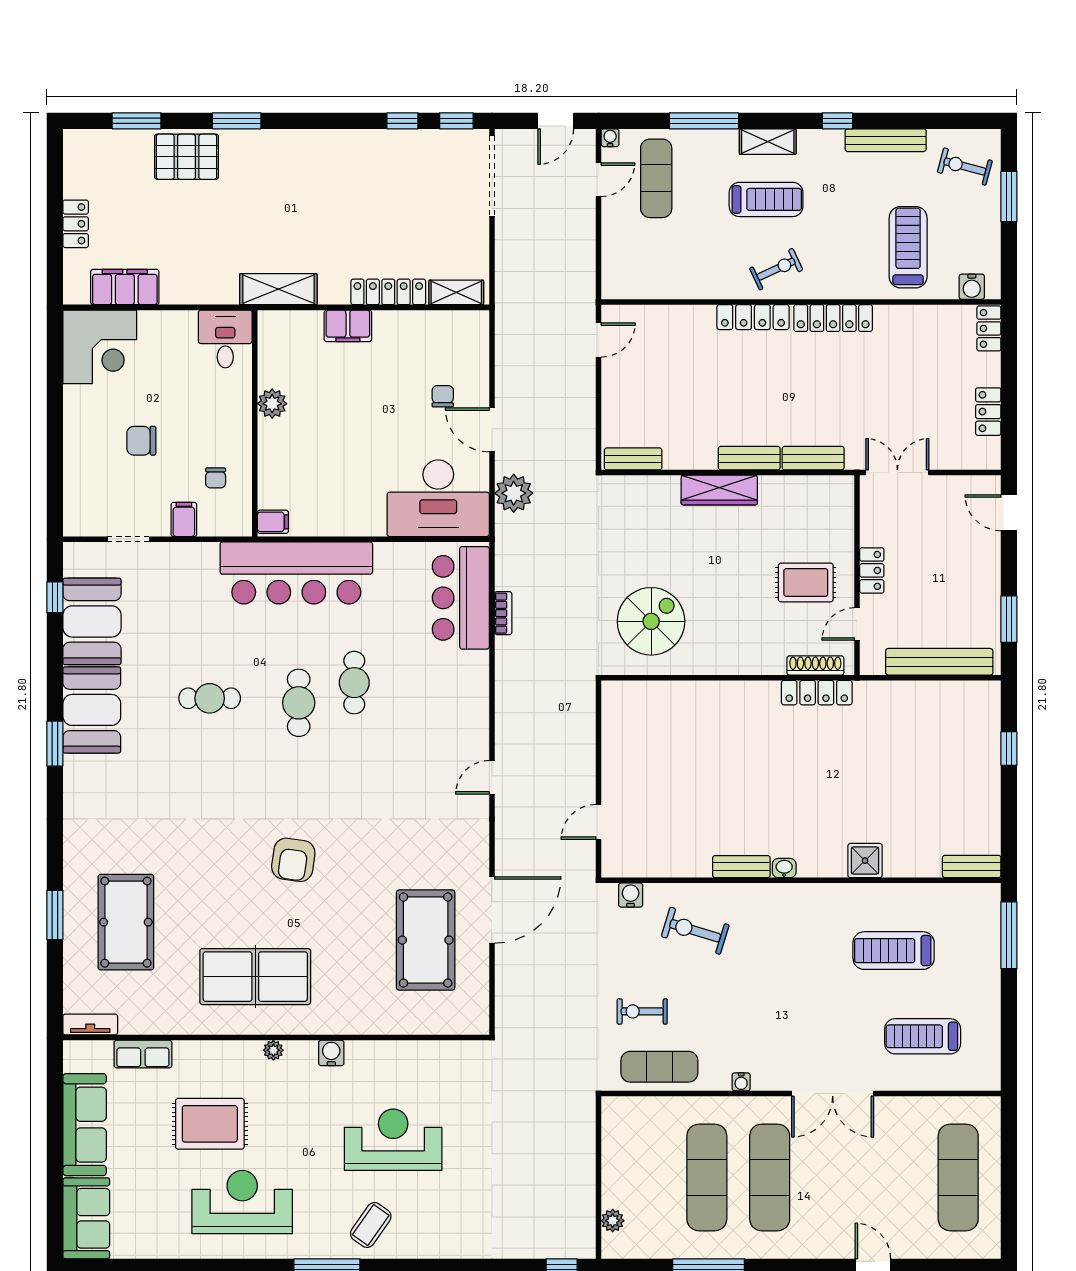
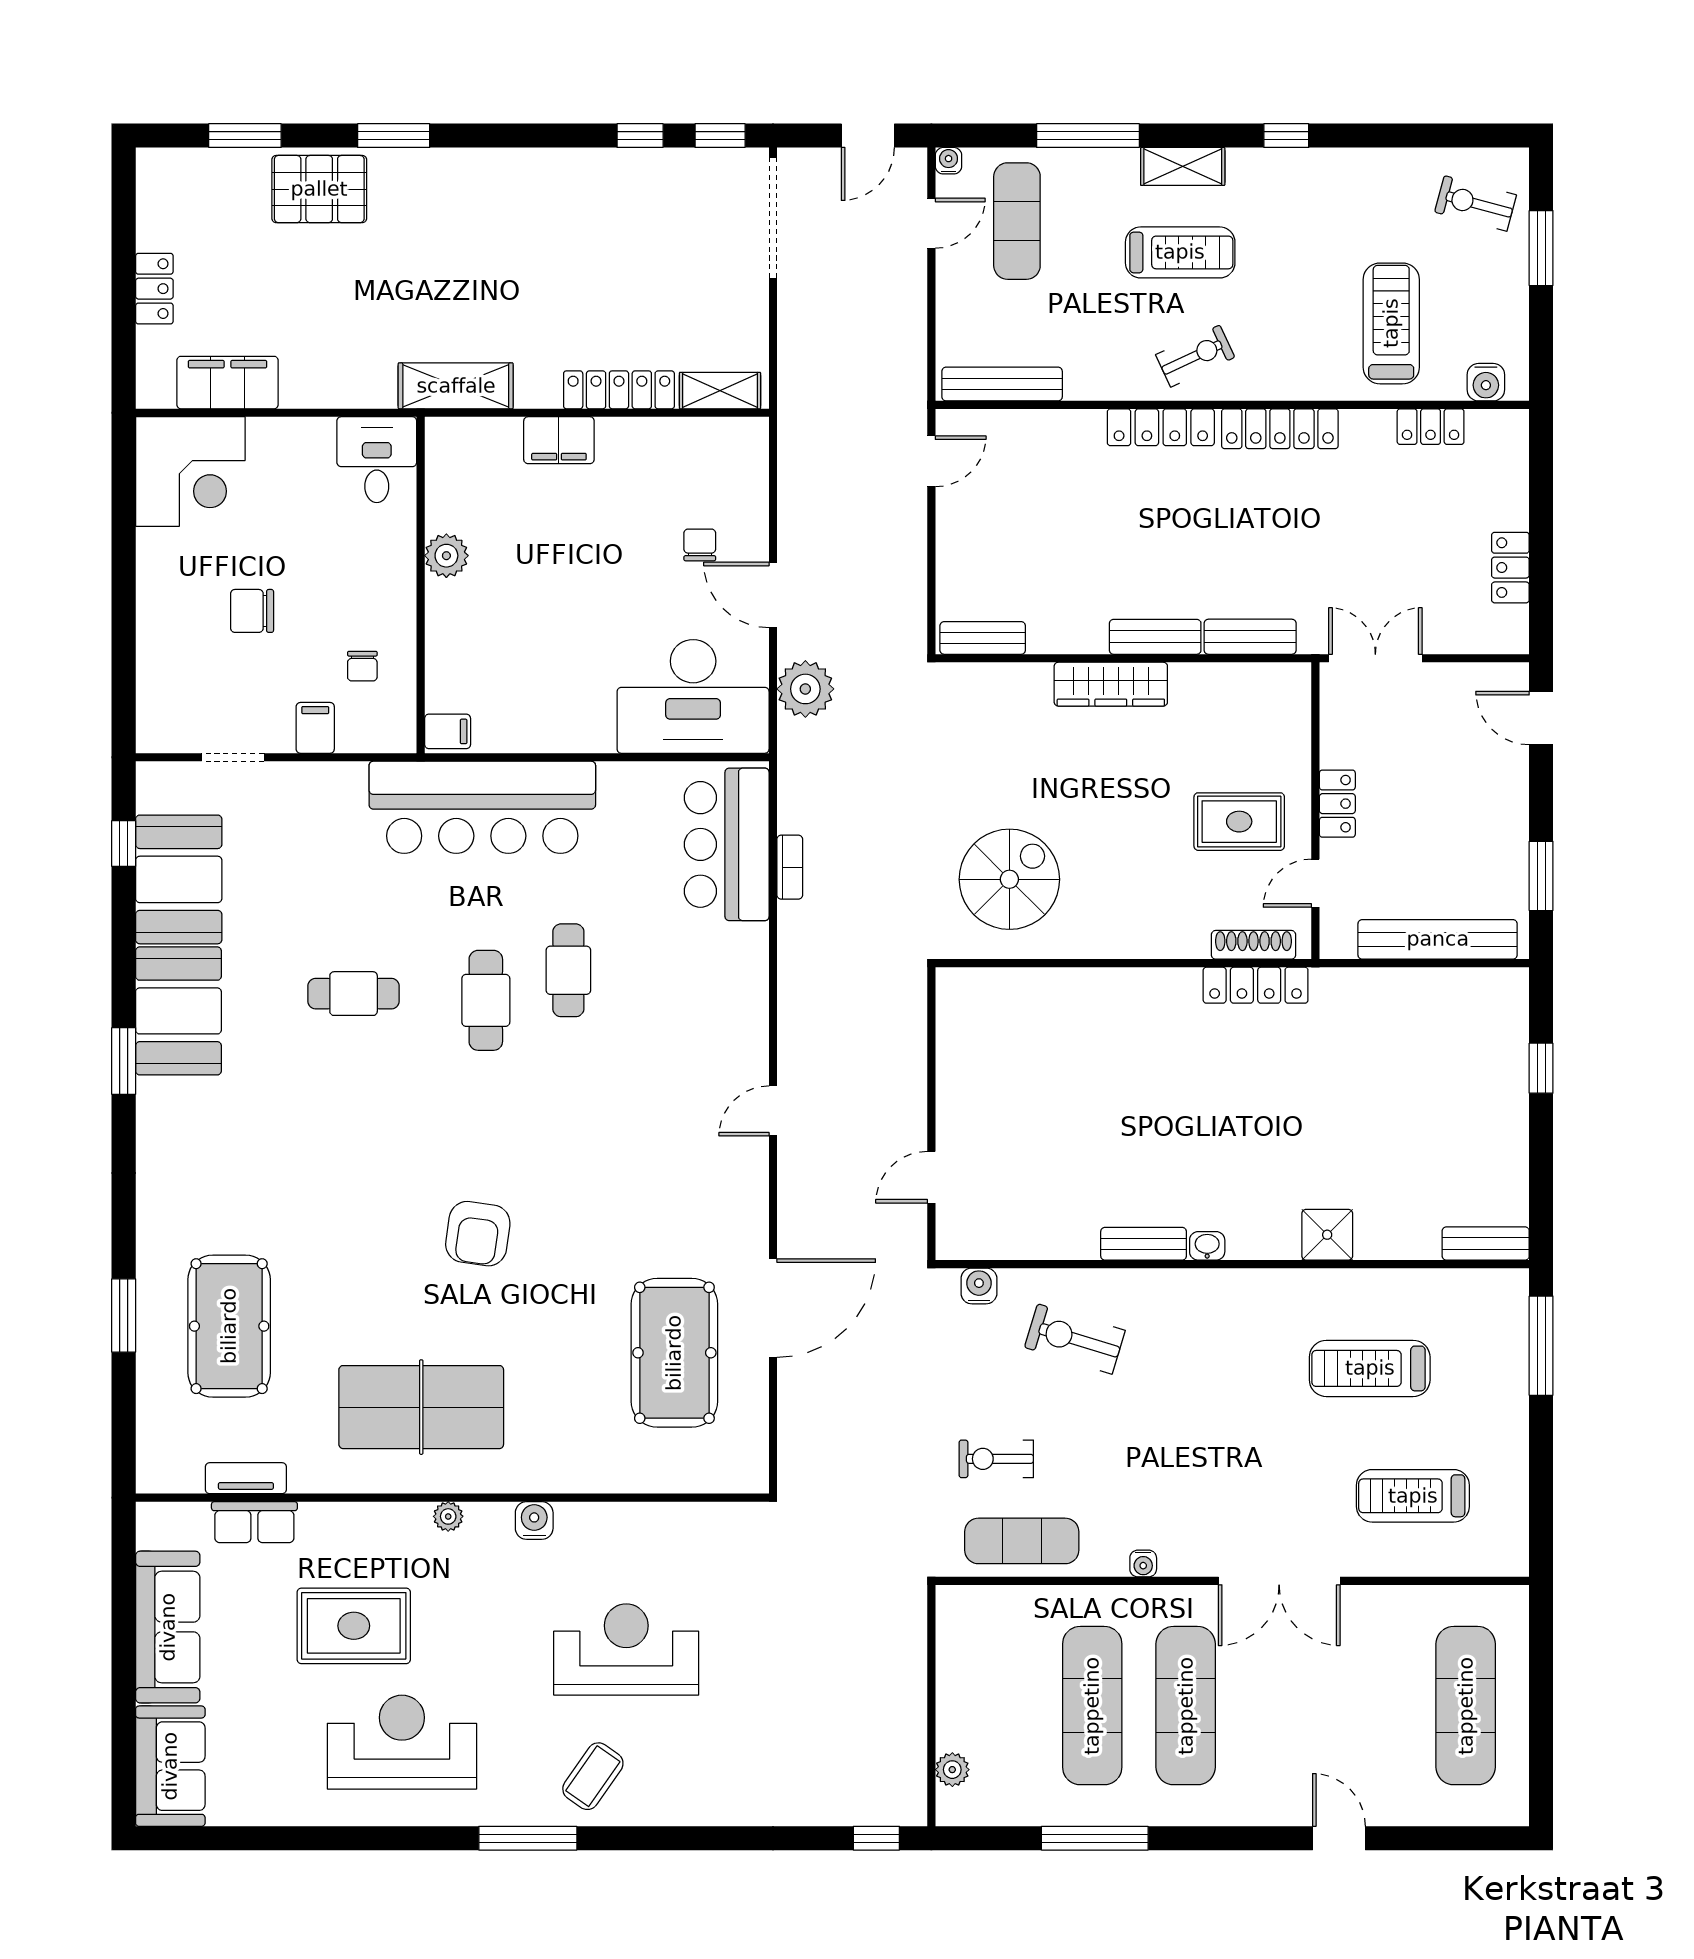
bench: (886, 140) -> (1002, 384), moved
locker: (989, 328) -> (1431, 427), moved, turned -90
tv unit: (90, 1024) -> (246, 1478), moved

